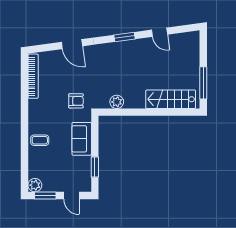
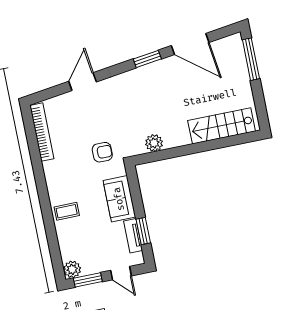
door: (159, 32) -> (190, 44), width x1.88
door: (72, 44) -> (83, 82), swing flipped
window: (203, 83) -> (251, 59), moved
tv unit: (86, 169) -> (133, 236), added

